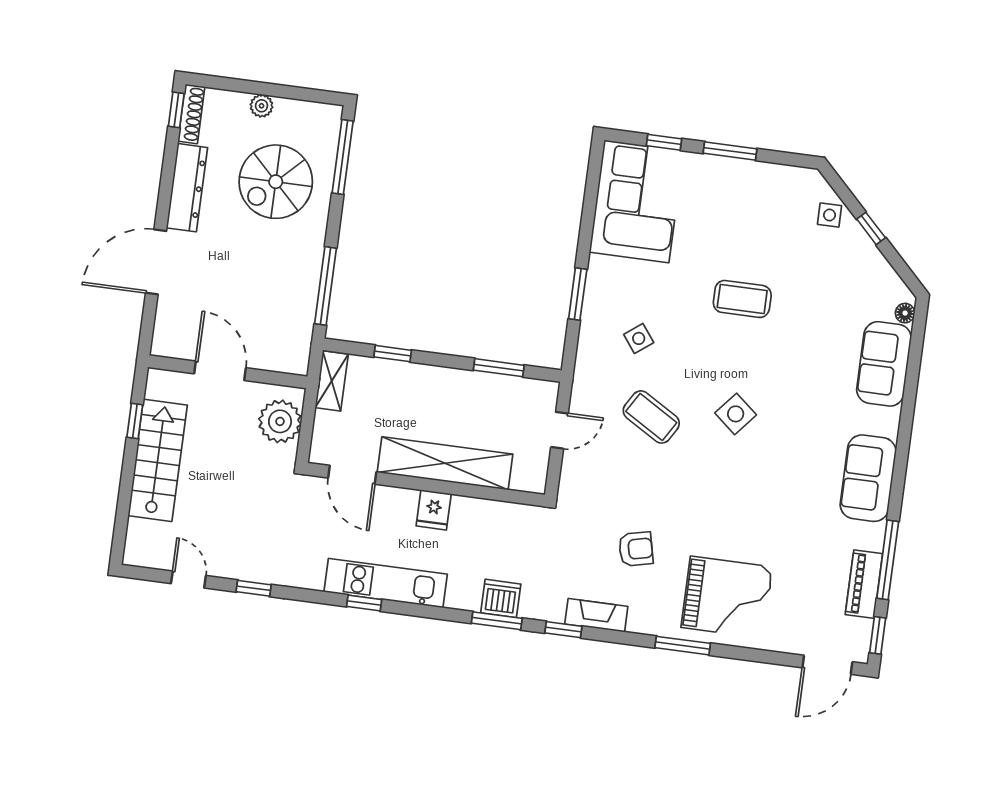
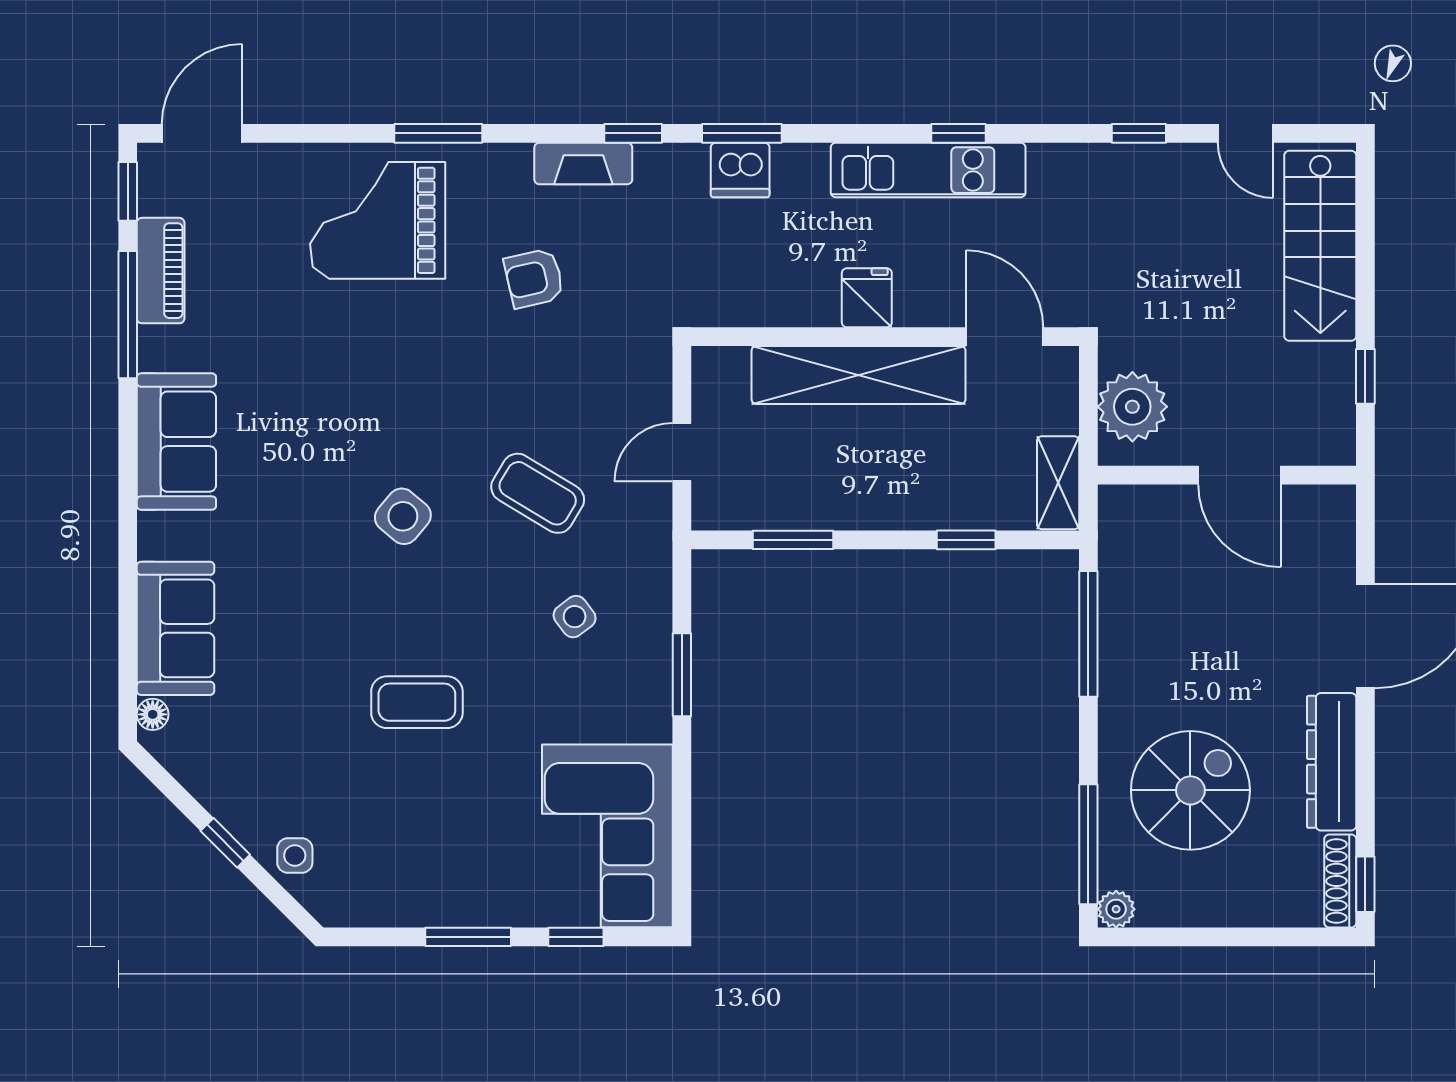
plant: (262, 106) -> (1116, 909), moved
stairs: (158, 460) -> (1320, 246), moved

